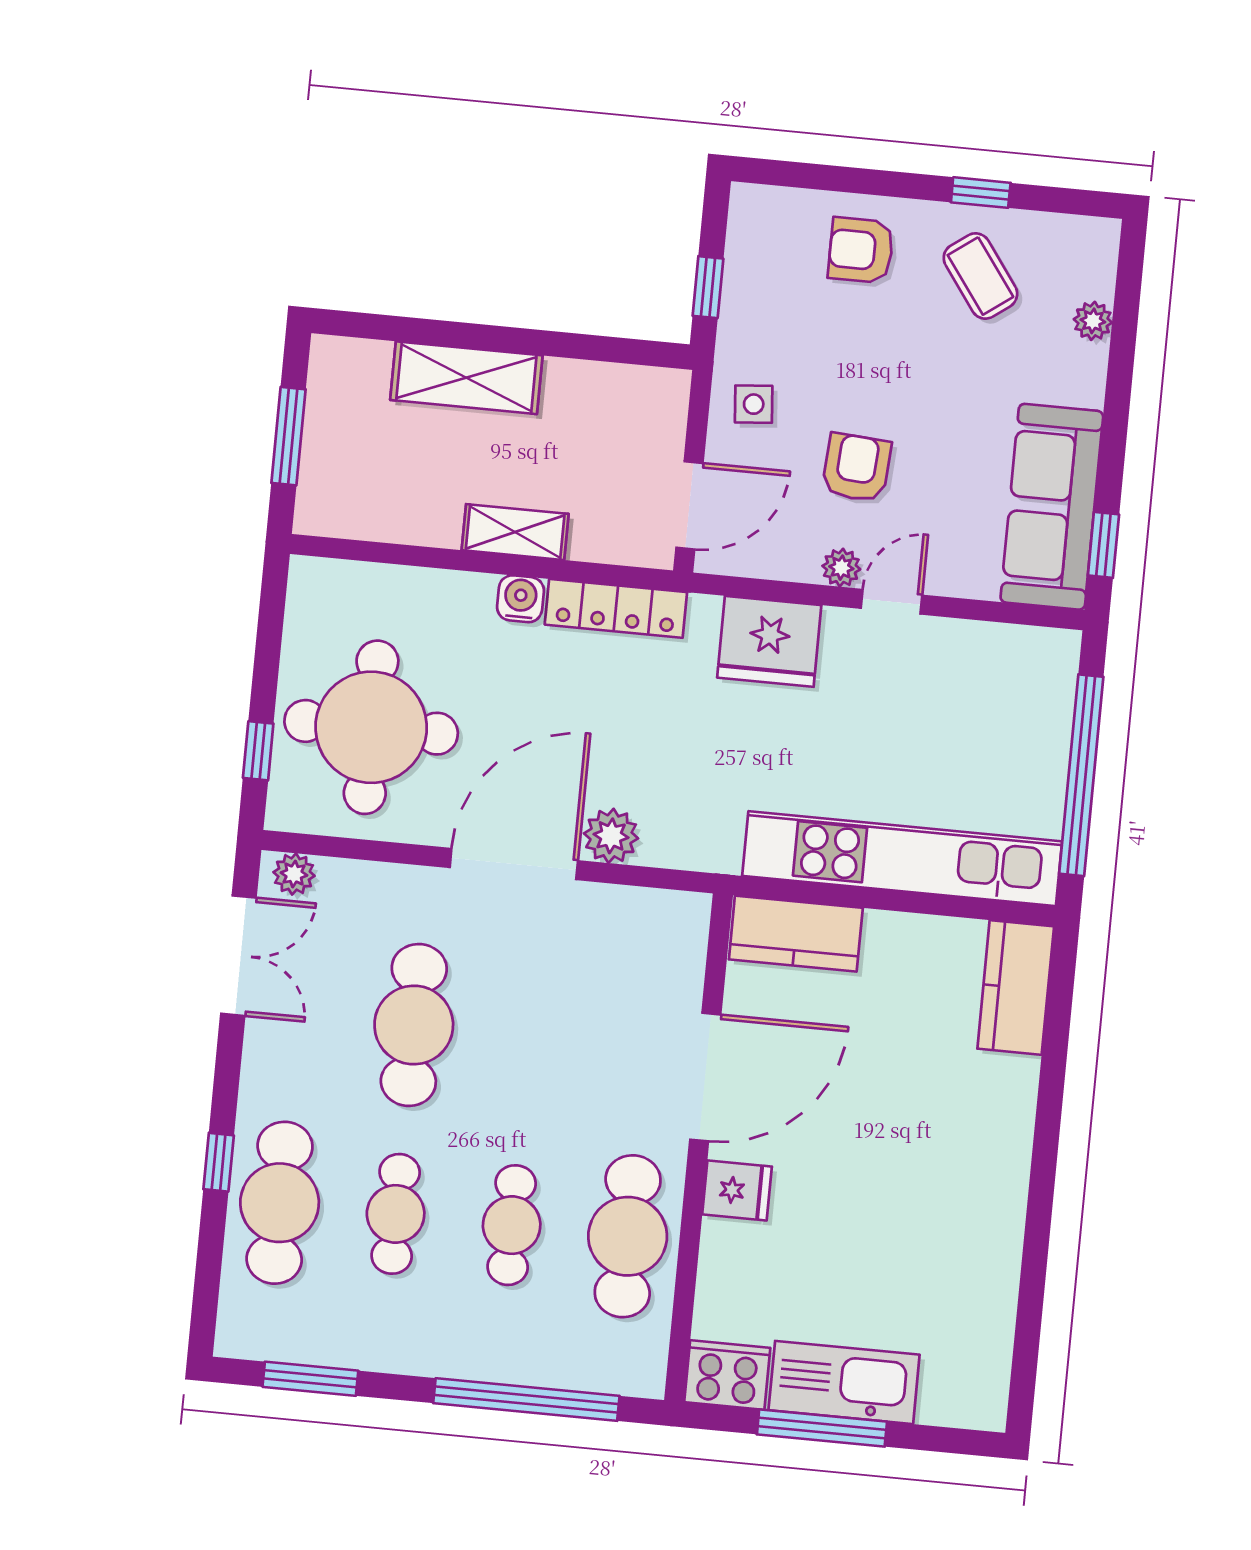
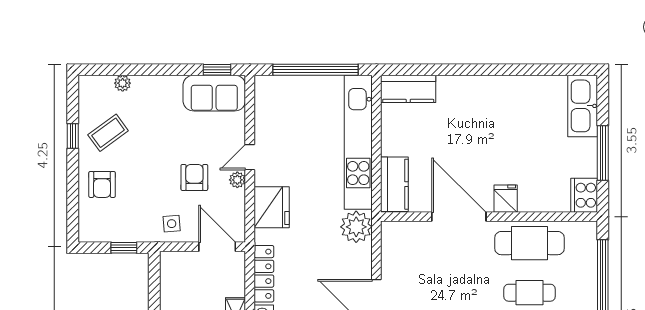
armchair: (857, 468) -> (194, 177), turned 86
sofa: (1052, 507) -> (214, 93), width x0.73
door: (891, 602) -> (250, 157), hinge flipped
plant: (611, 836) -> (356, 227), moved, width x1.36, depth x1.36
kitchen sink: (844, 1382) -> (583, 106), moved

